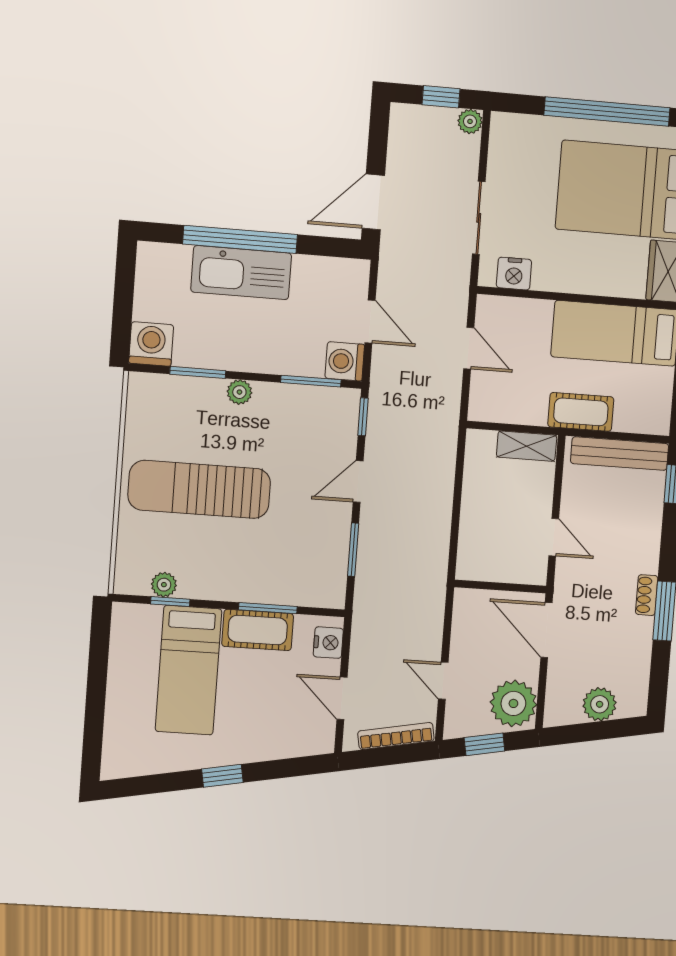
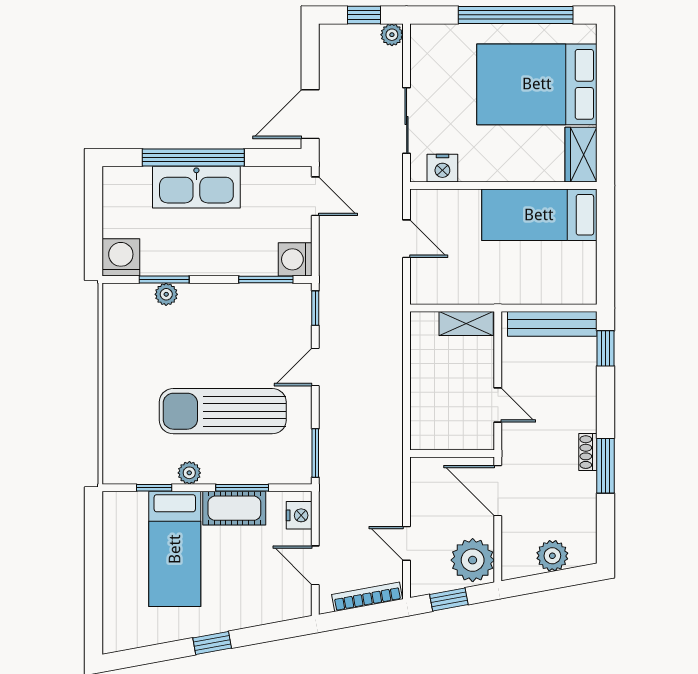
door: (370, 321) -> (315, 196), moved
plant: (239, 392) -> (166, 294), moved
cot: (581, 412) -> (514, 289), removed
sun lounger: (199, 489) -> (223, 411), moved
window: (353, 550) -> (315, 453), moved
plant: (164, 585) -> (189, 473), moved

